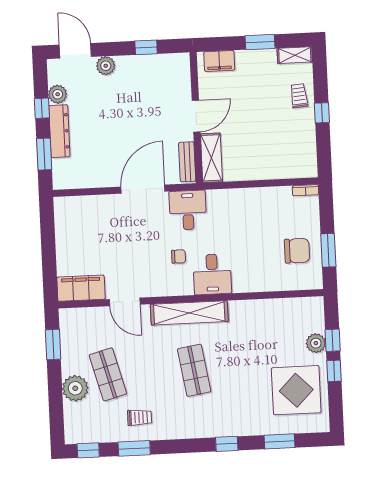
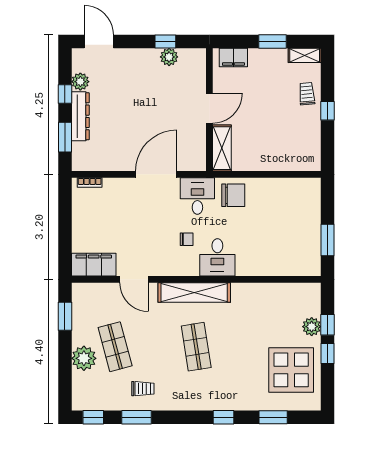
plant: (106, 66) -> (169, 57), moved
bench: (187, 162) -> (199, 151), removed
bookcase: (305, 190) -> (90, 183), moved
chair: (297, 251) -> (233, 195), moved

